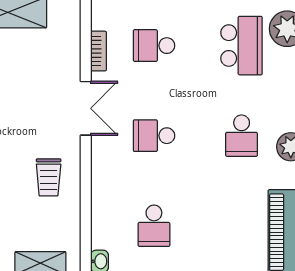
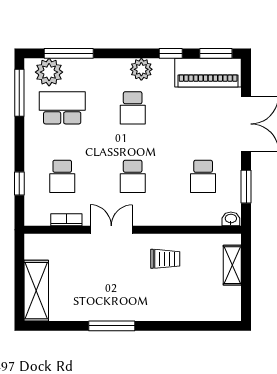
school desk: (242, 136) -> (133, 108), turned 90
school desk: (154, 226) -> (203, 176), turned 90

